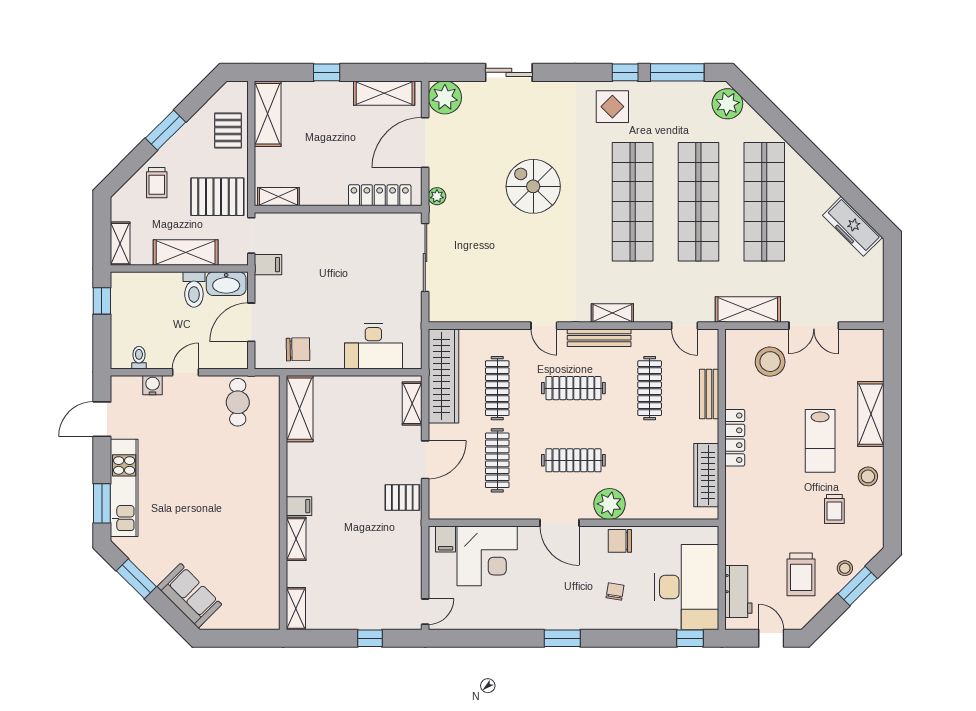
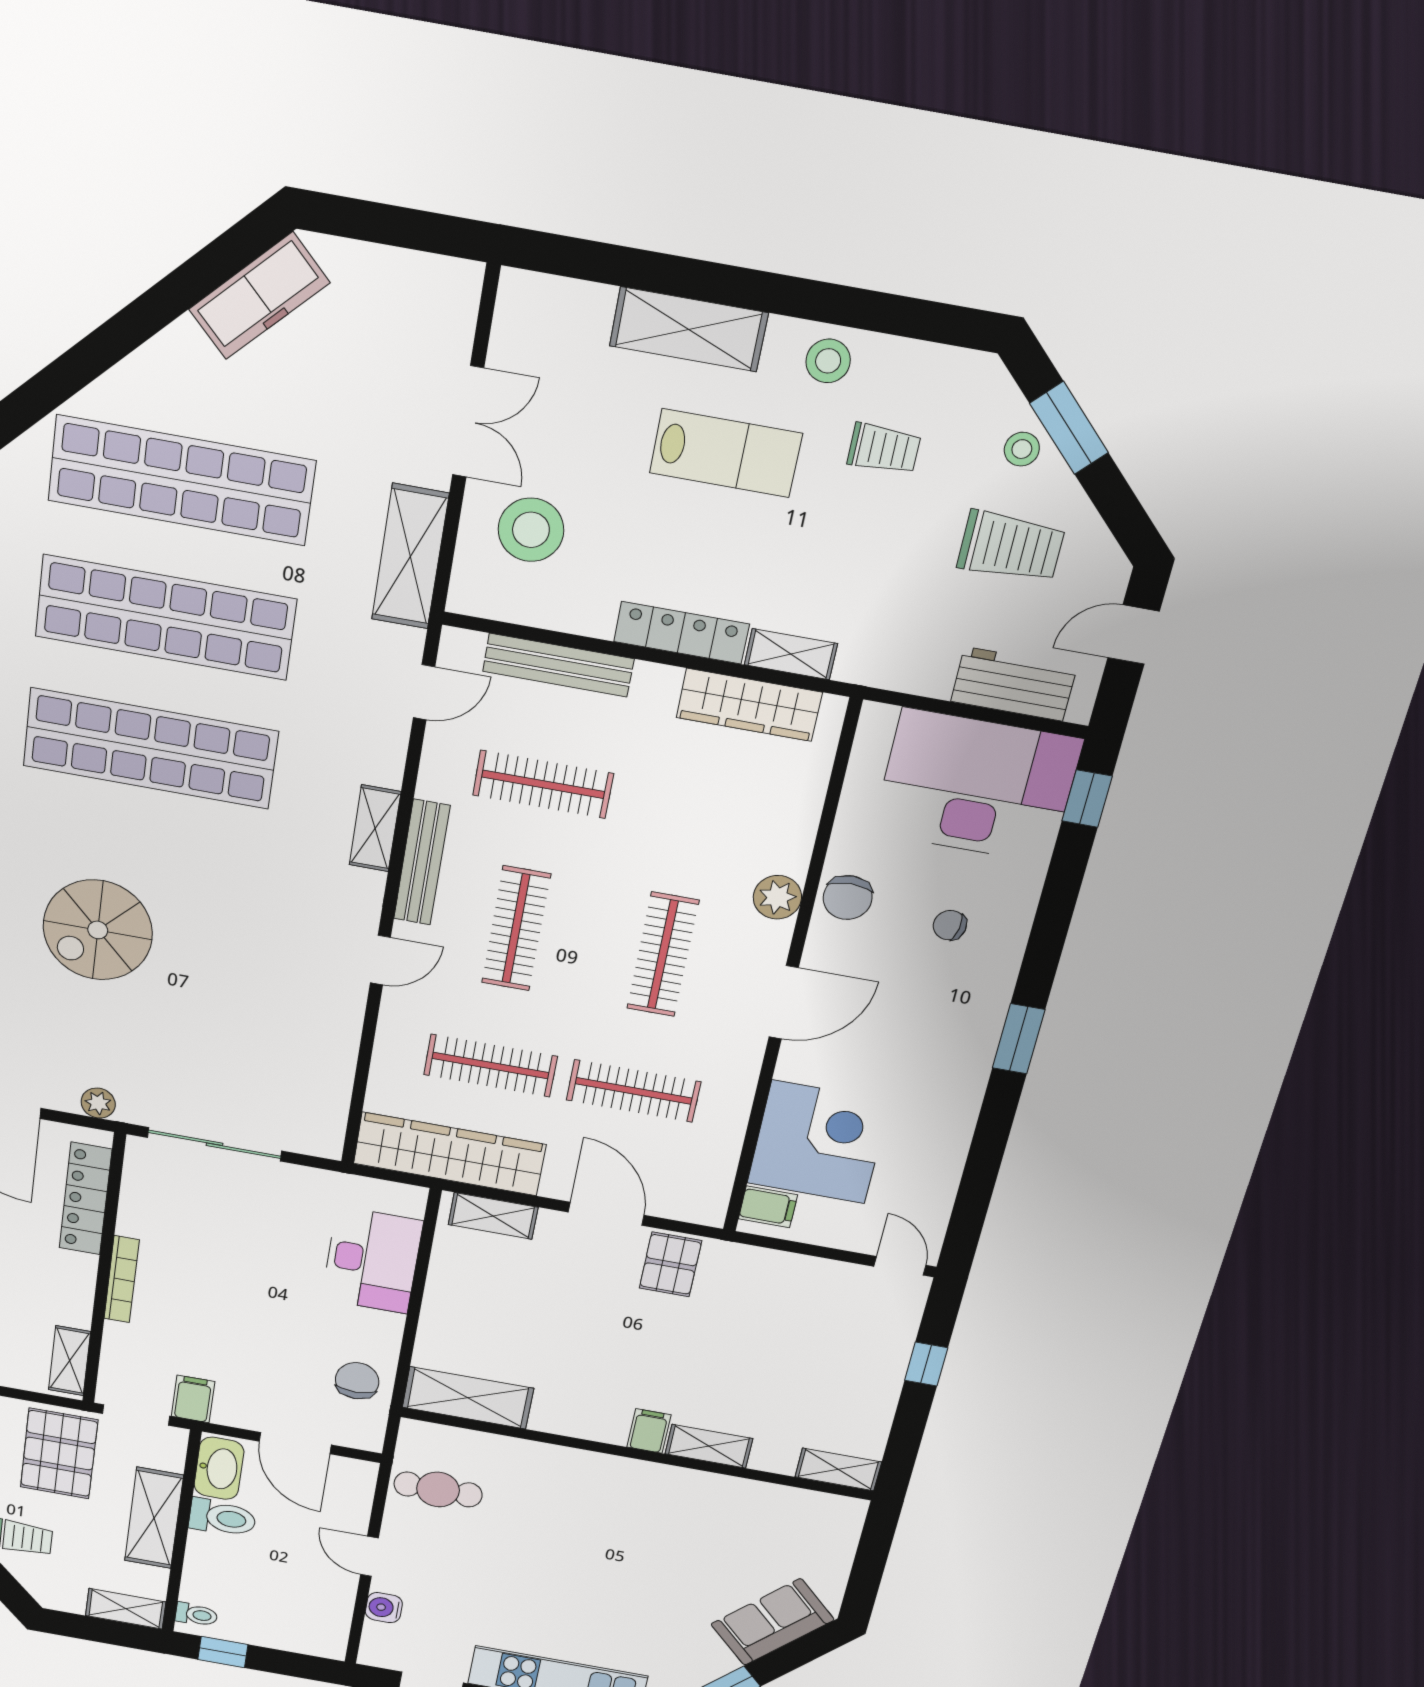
bookcase: (335, 219) -> (122, 1279), added
toilet: (139, 358) -> (196, 1615), moved, turned 180
bench: (709, 394) -> (558, 665), width x1.36
shelving: (734, 489) -> (791, 654), added
plant: (609, 504) -> (777, 897), width x0.73, depth x0.73

